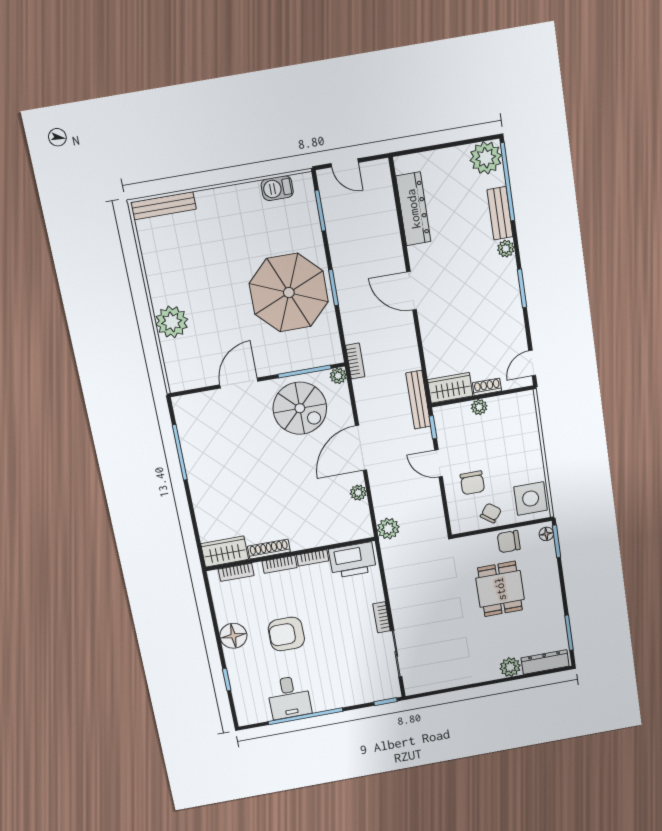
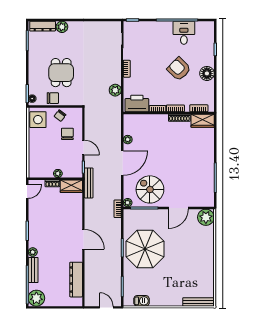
plant: (172, 322) -> (206, 217), moved
plant: (388, 529) -> (115, 90), moved
armchair: (286, 634) -> (179, 69), turned -135

